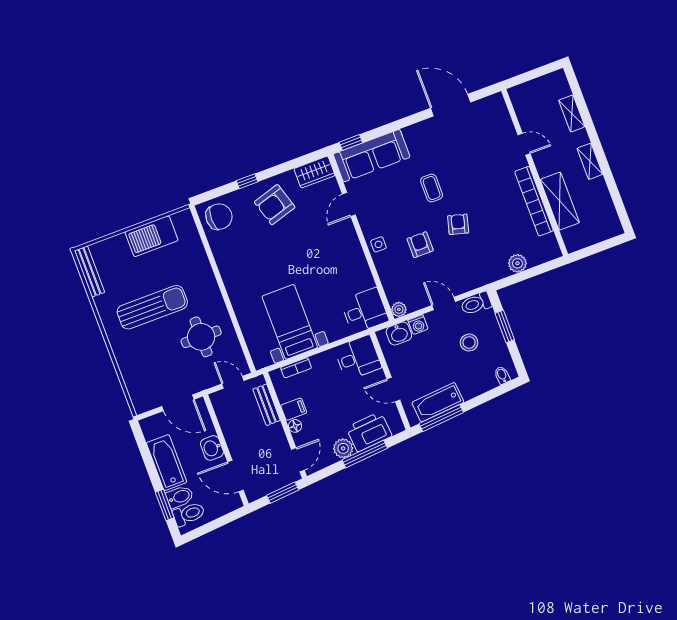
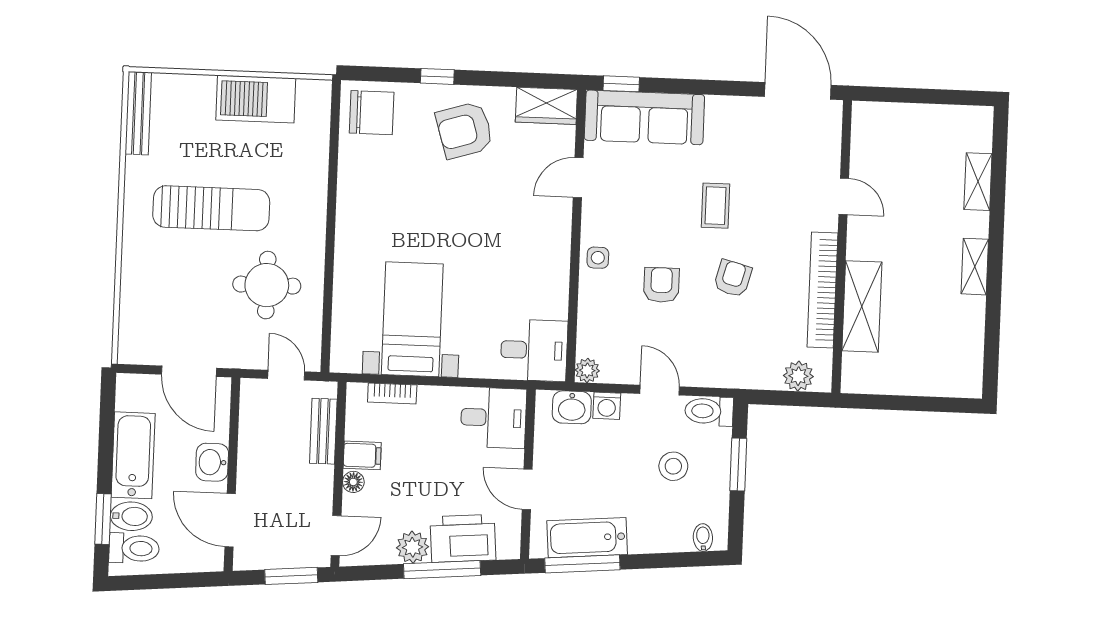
door: (524, 144) -> (844, 196), moved
wall: (535, 173) -> (842, 247), moved
bookcase: (534, 201) -> (822, 290), moved
shelving: (560, 201) -> (862, 306), moved

